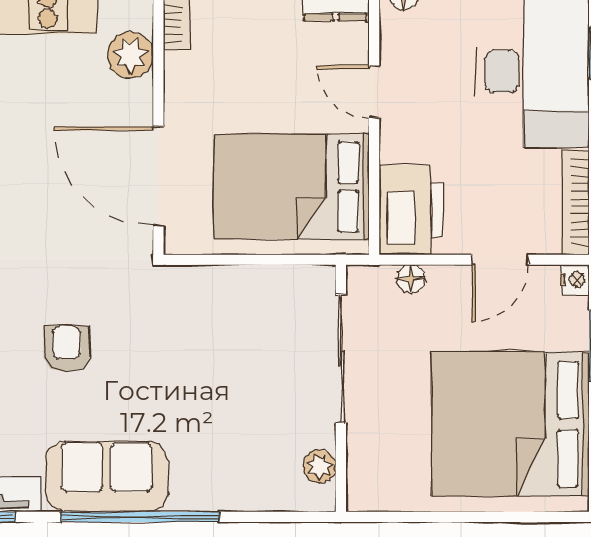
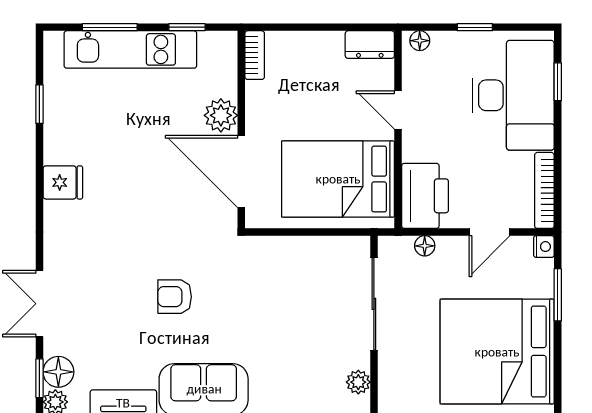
plant: (130, 55) -> (221, 115), moved
armchair: (67, 349) -> (175, 297), turned -90

